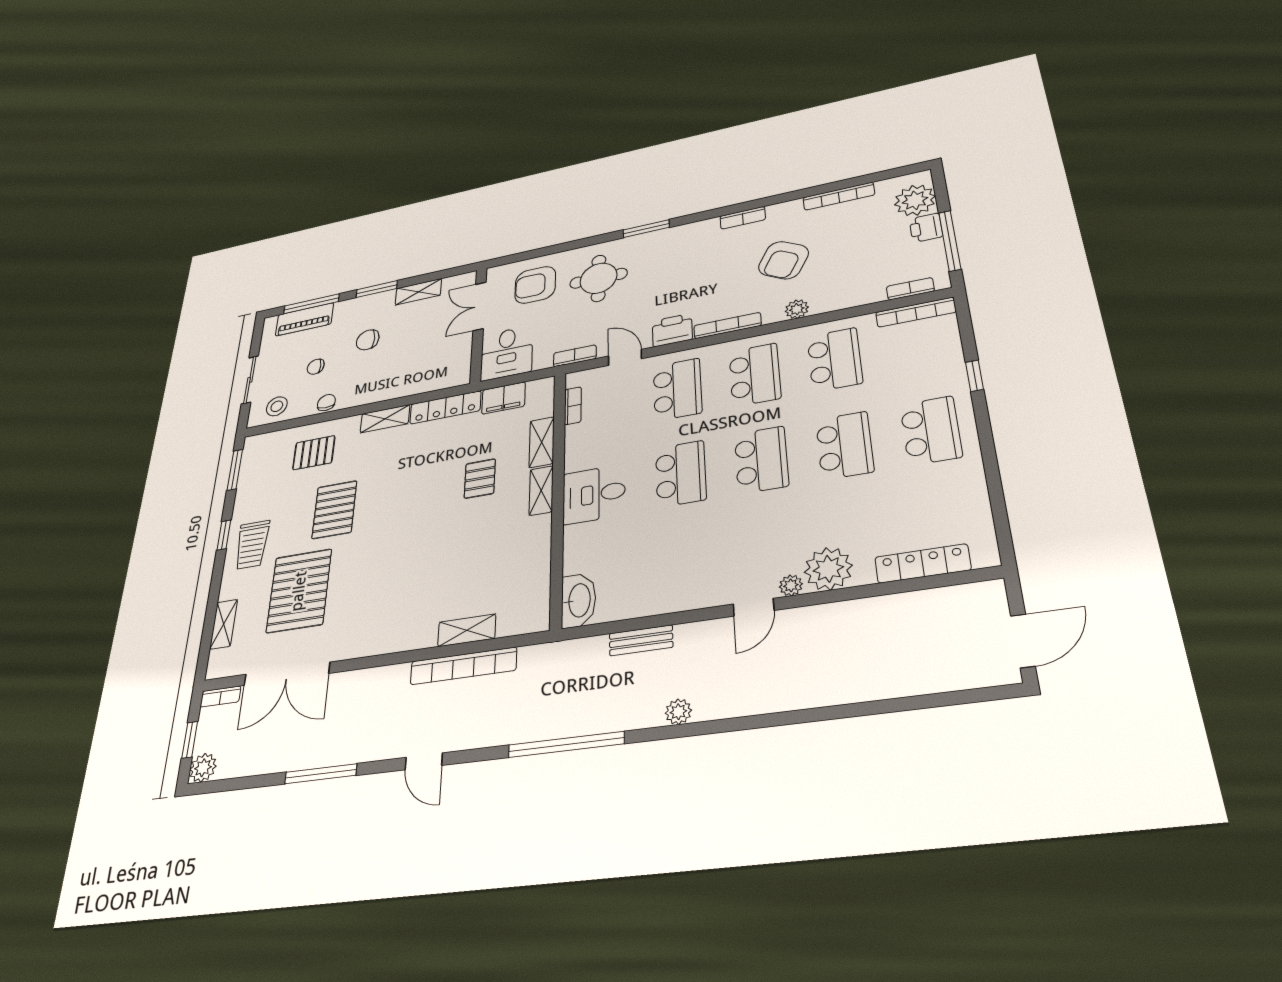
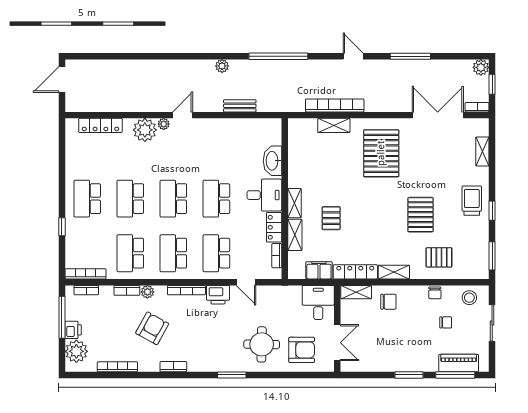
shelving: (418, 292) -> (356, 292), moved
chair: (368, 340) -> (388, 302), moved
bookcase: (575, 356) -> (127, 290), moved
locker: (577, 447) -> (274, 227), added
pallet: (299, 591) -> (381, 153), moved
washbasin: (579, 600) -> (273, 161), moved

